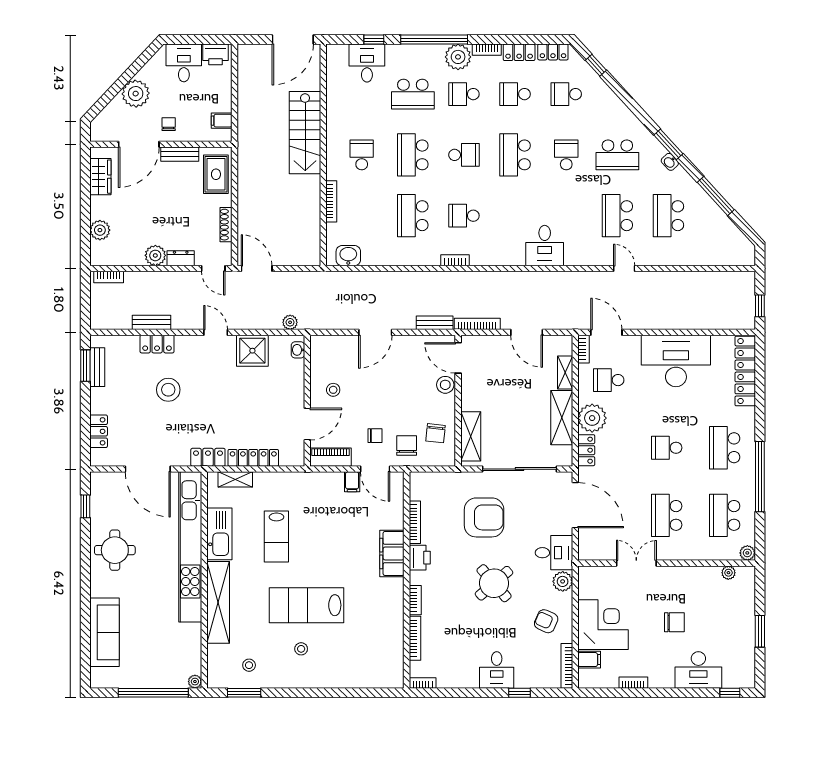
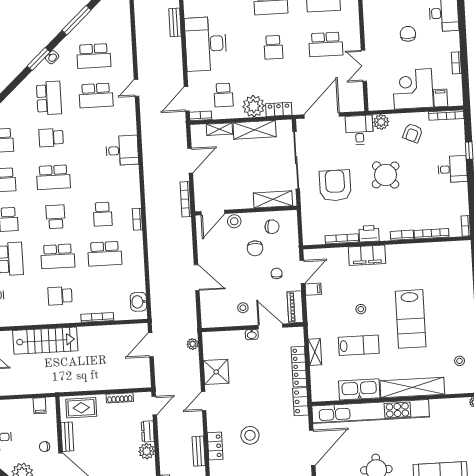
door: (257, 268) -> (151, 345), moved
bench: (435, 323) -> (175, 22), moved
washbasin: (298, 350) -> (252, 335), moved
chair: (407, 446) -> (255, 248), moved, turned -90
shelving: (235, 479) -> (315, 352), moved
stool: (301, 649) -> (361, 309), moved

